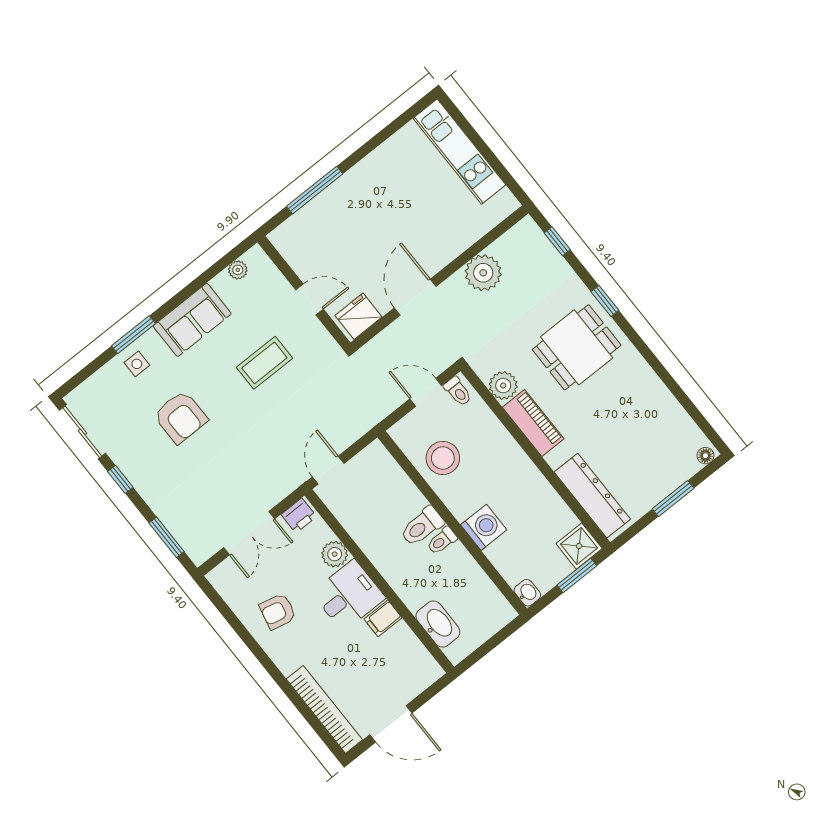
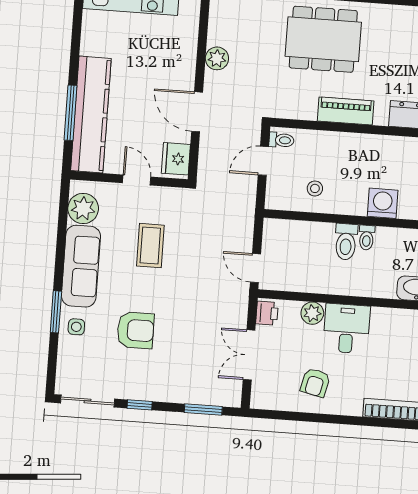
kitchen counter: (329, 209) -> (91, 114), added
plant: (238, 270) -> (83, 209), width x1.88, depth x1.88
plant: (483, 273) -> (217, 58), width x0.73, depth x0.73
door: (310, 299) -> (137, 180), hinge flipped
sofa: (192, 320) -> (81, 266), width x1.36
dining table: (577, 347) -> (323, 39), width x1.38
plant: (503, 385) -> (304, 108), removed
stool: (443, 458) -> (315, 188), width x0.53, depth x0.53
double door: (249, 533) -> (249, 355), swing flipped
filing cabinet: (383, 618) -> (381, 320), removed

